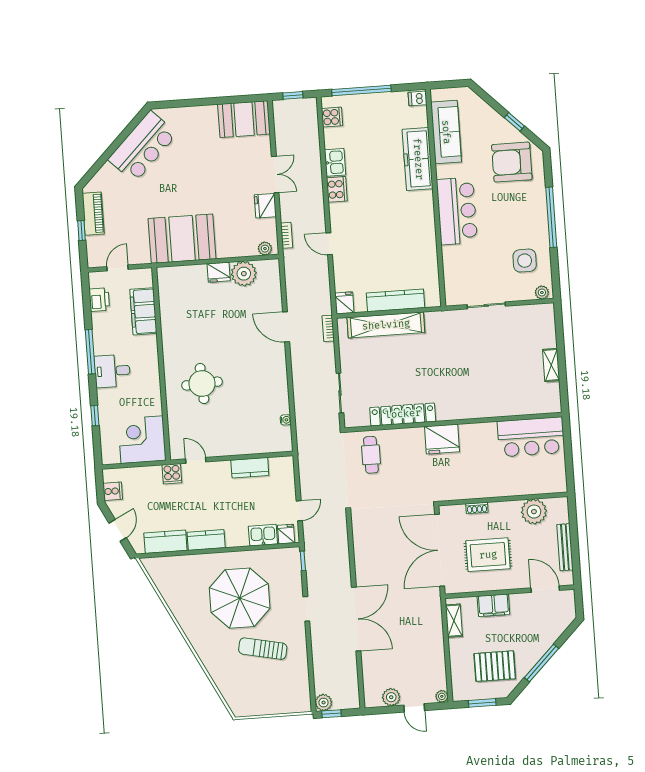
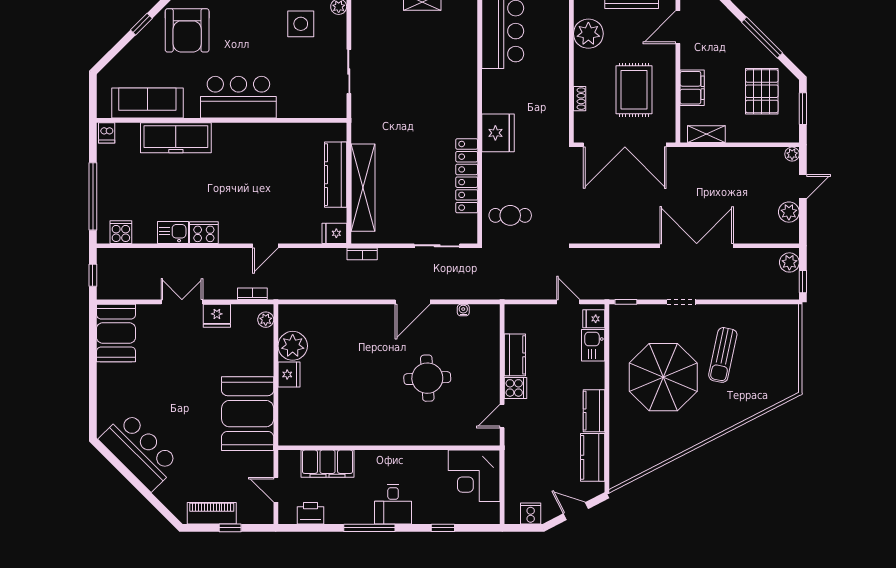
door: (286, 327) -> (413, 302), moved
round table: (202, 384) -> (427, 378), moved
cooker: (172, 474) -> (516, 388), moved
plant: (324, 702) -> (789, 262), moved

